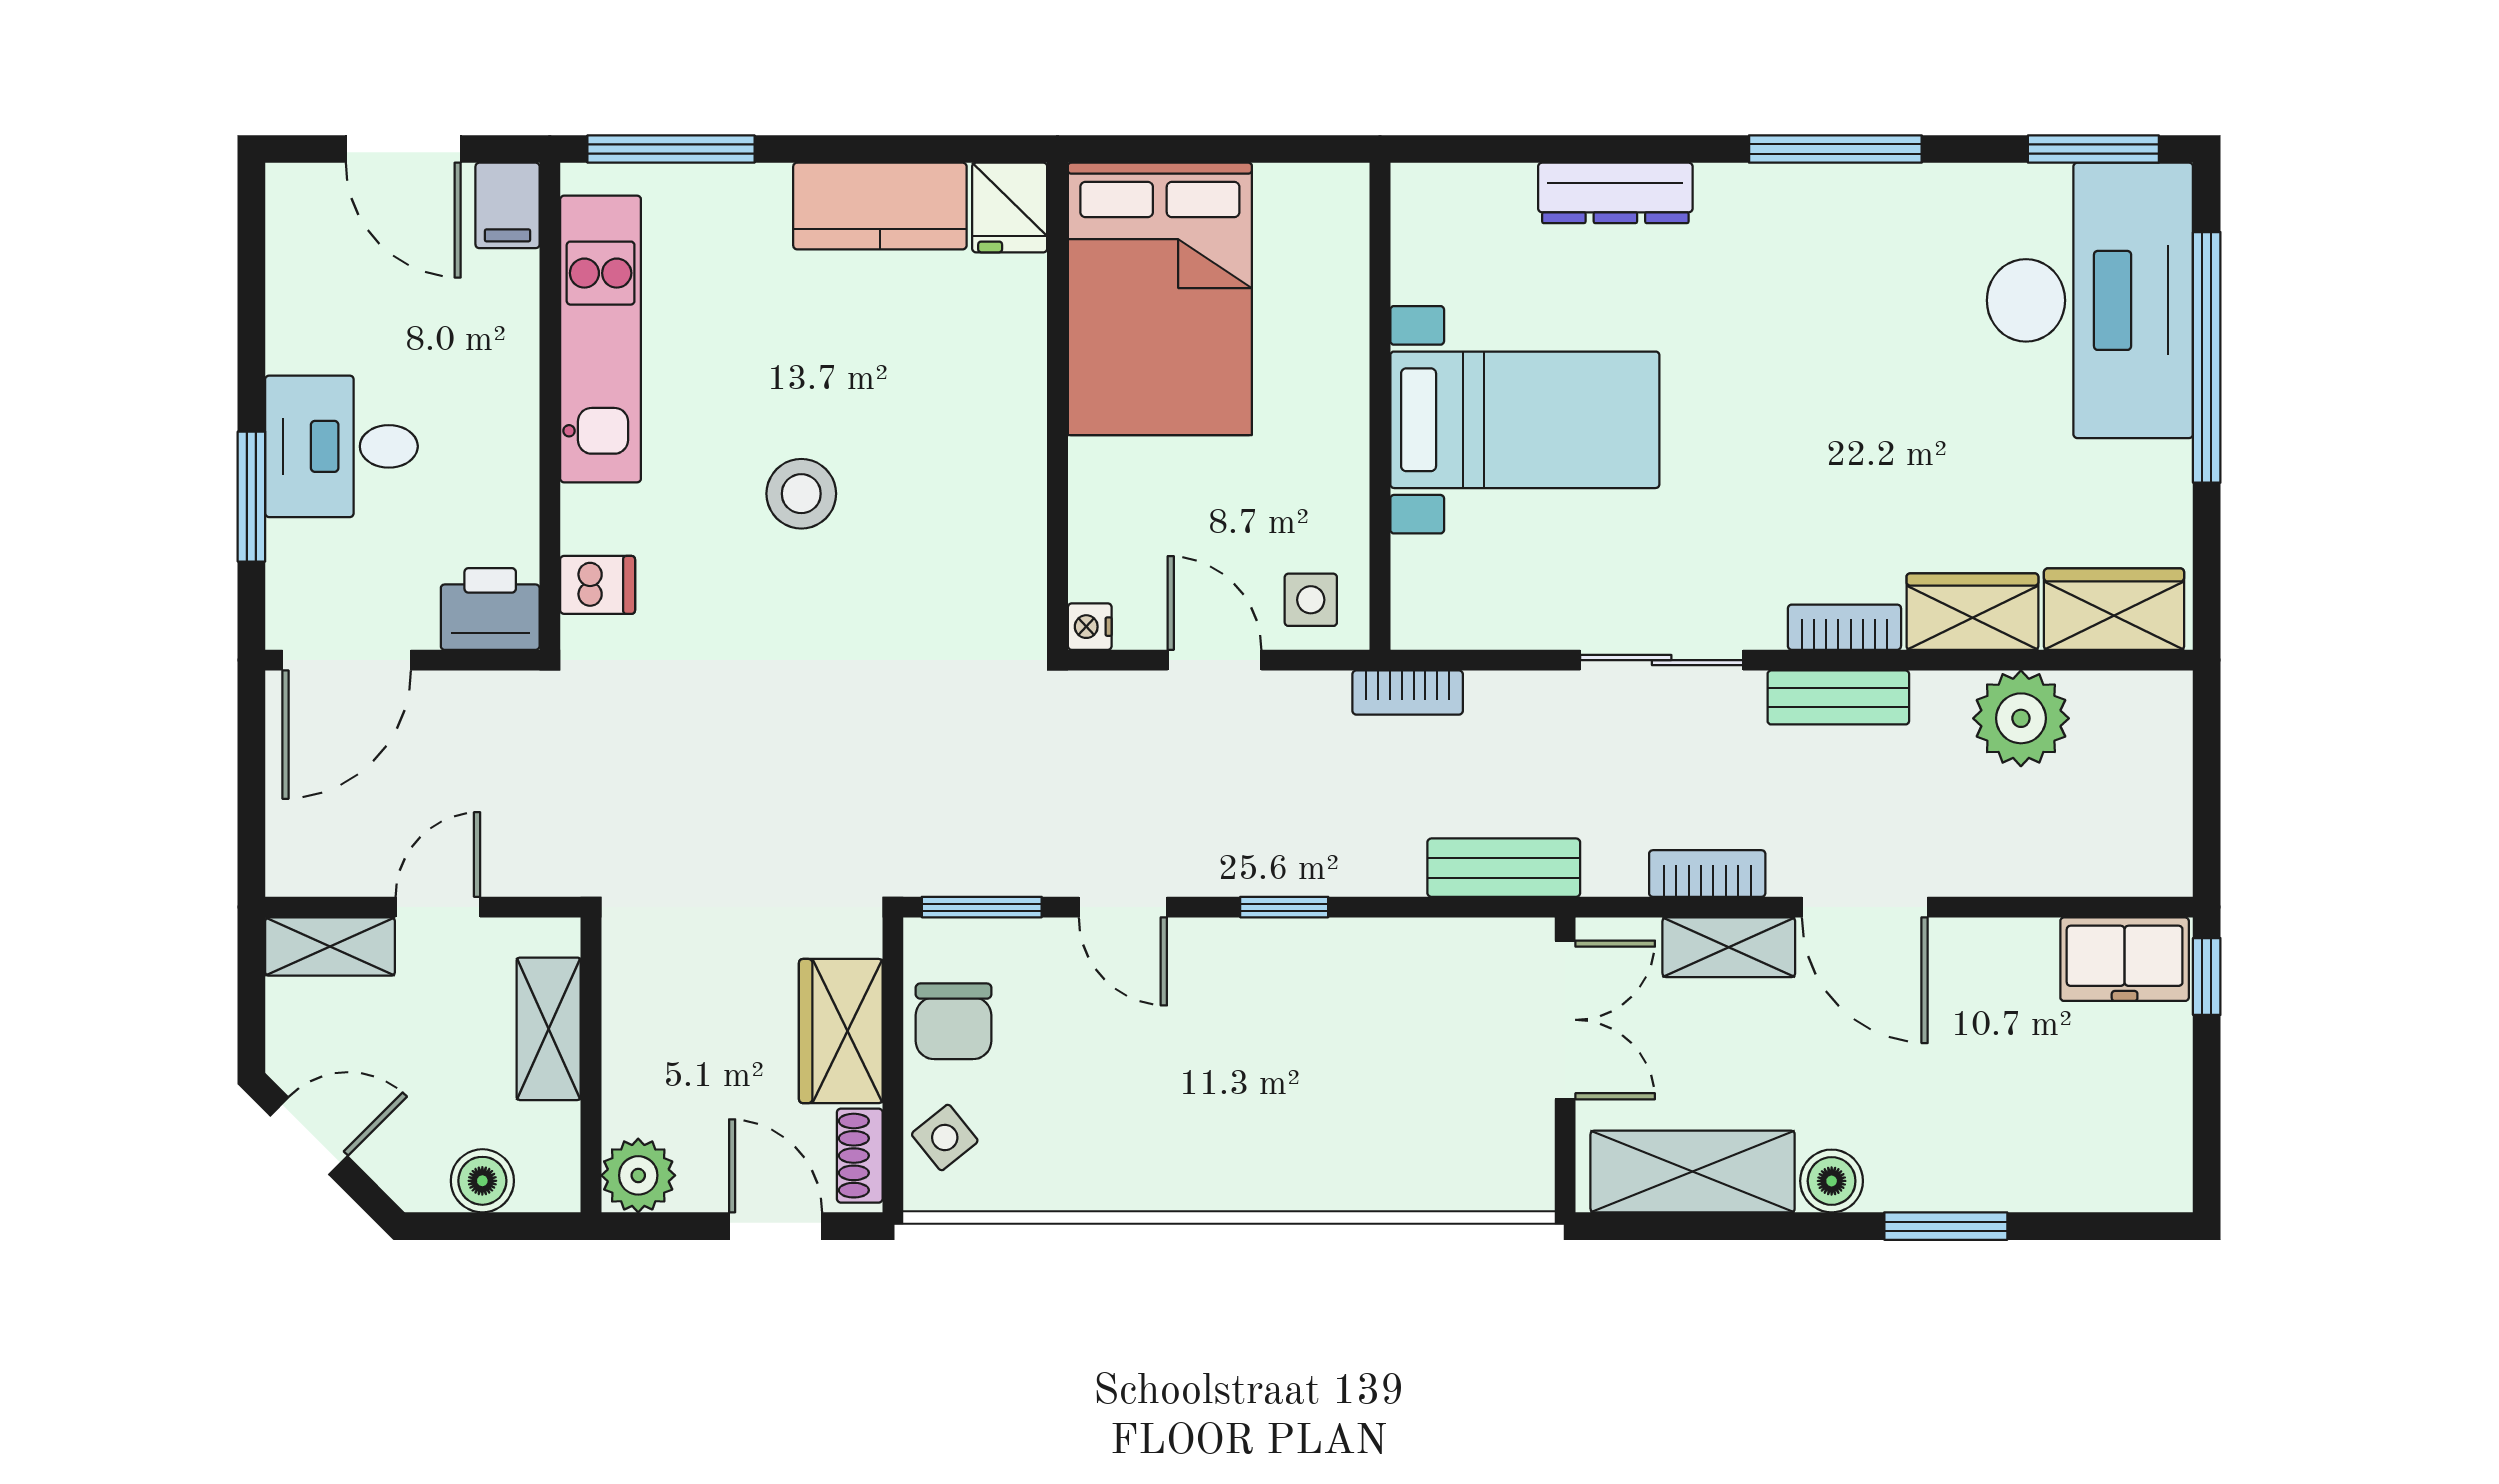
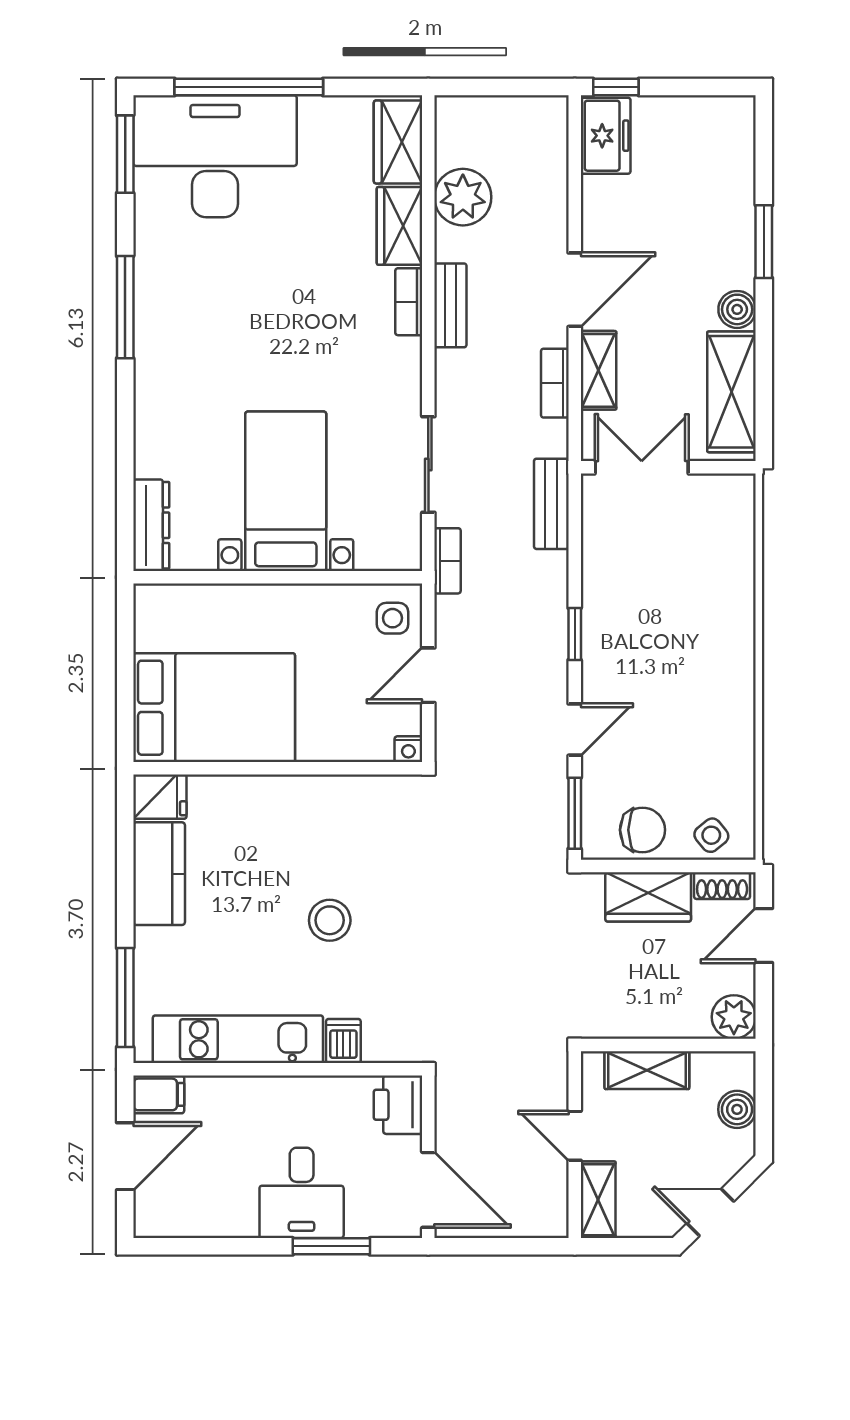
dresser: (1615, 193) -> (151, 525), moved
dishwasher: (598, 585) -> (343, 1041), moved
sliding door: (1662, 660) -> (428, 464), moved
door: (309, 1136) -> (710, 1212), hinge flipped

